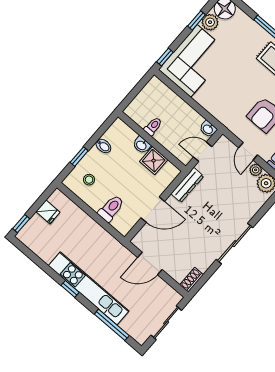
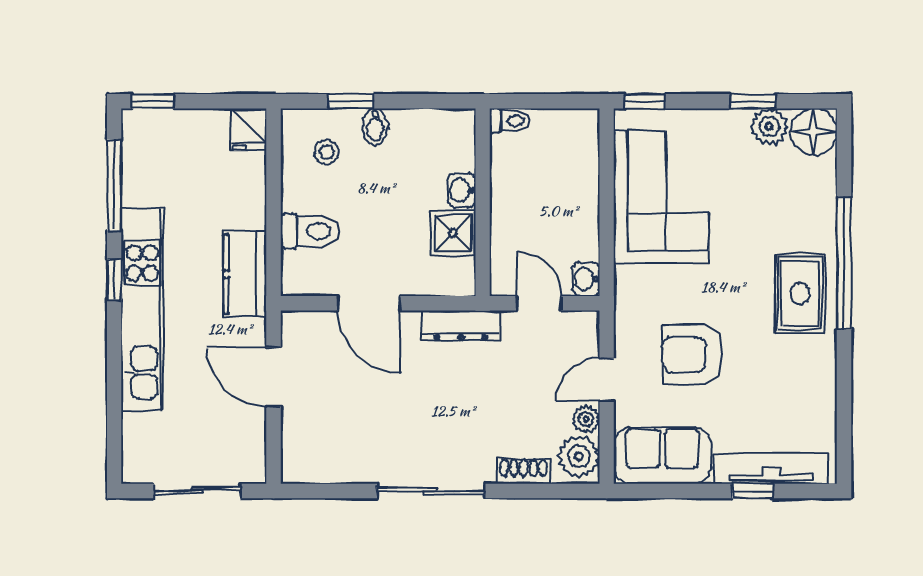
corner sofa: (194, 61) -> (661, 197), moved, turned -90
toilet: (153, 126) -> (510, 121), moved
bidet: (103, 146) -> (375, 127), moved
fridge: (48, 212) -> (249, 129), moved
kitchen counter: (107, 243) -> (245, 274), added
shoe rack: (192, 280) -> (524, 471), moved
window: (112, 325) -> (114, 185), moved

